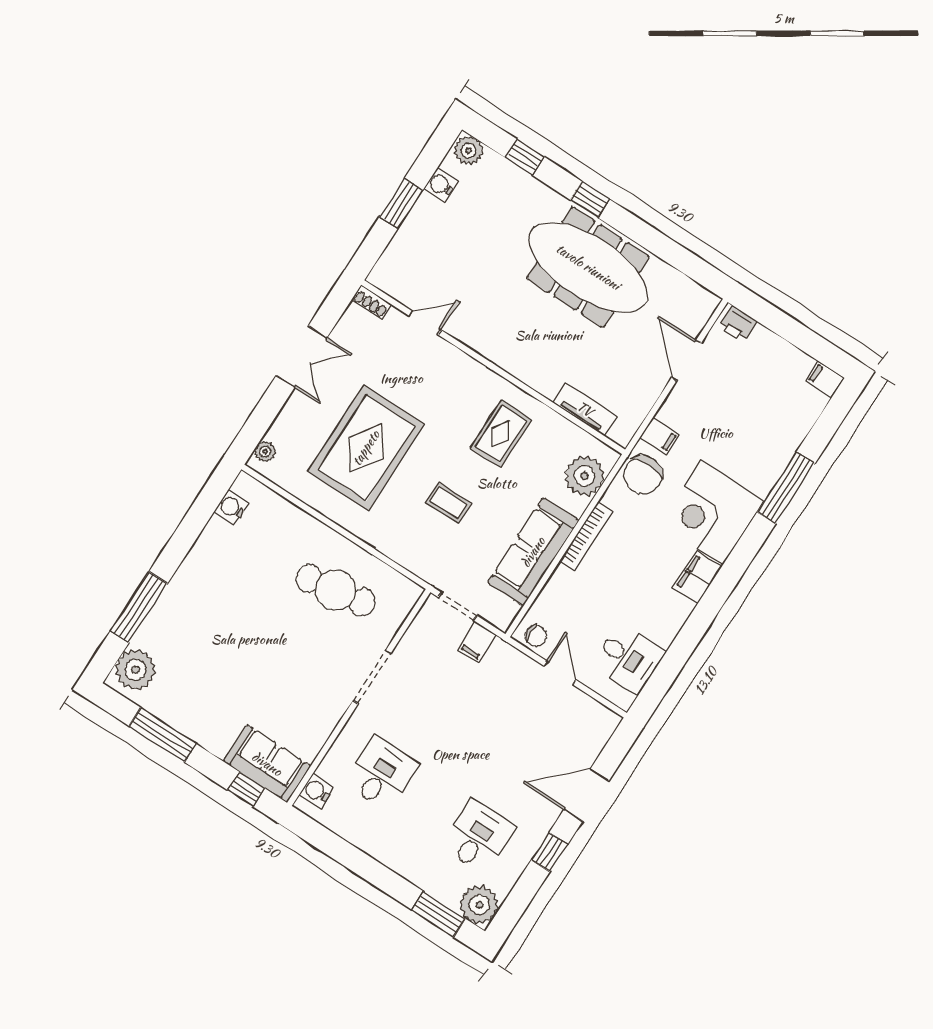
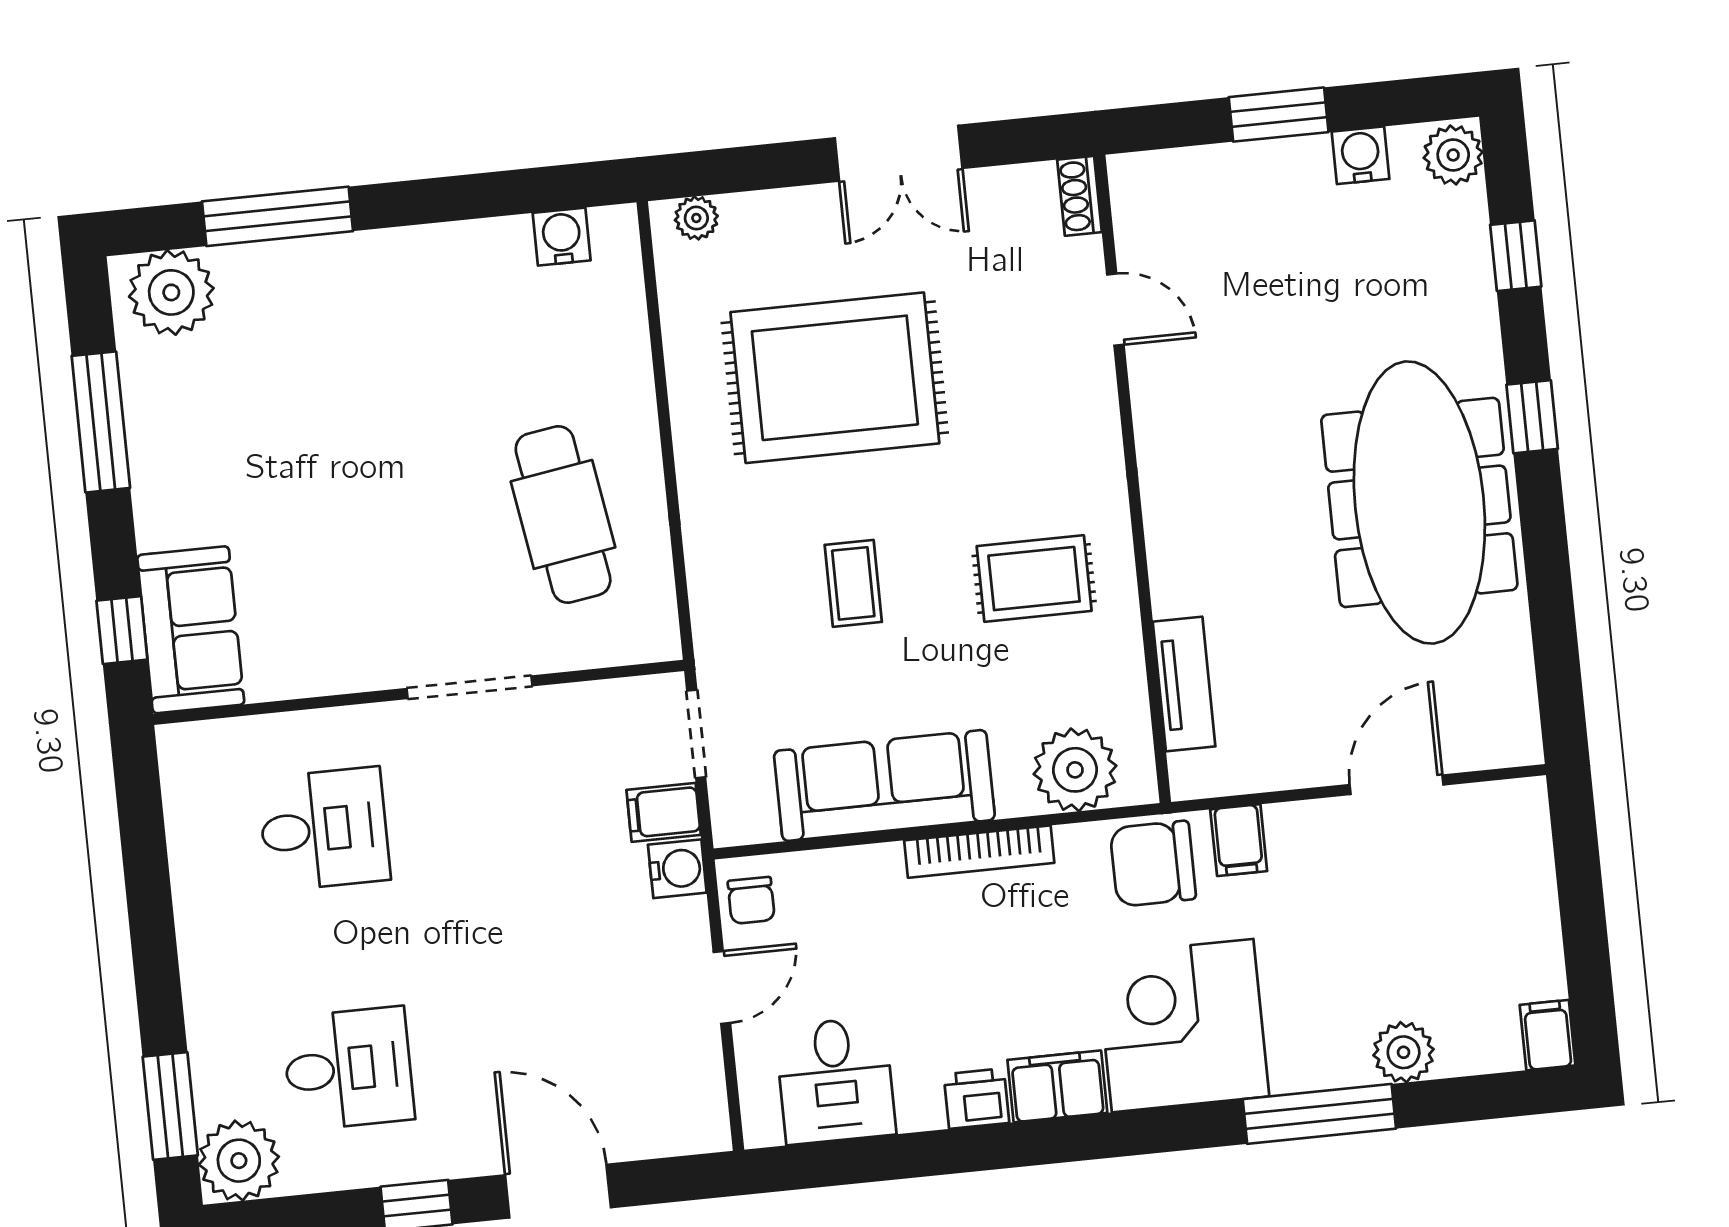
printer: (738, 324) -> (976, 1099), moved, turned 90
plant: (788, 438) -> (1404, 1052), added
water cooler: (316, 791) -> (677, 869), moved, turned 90

